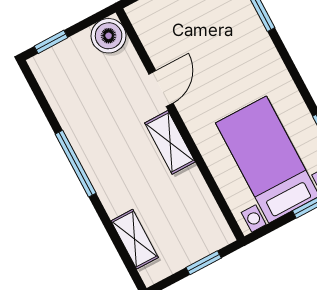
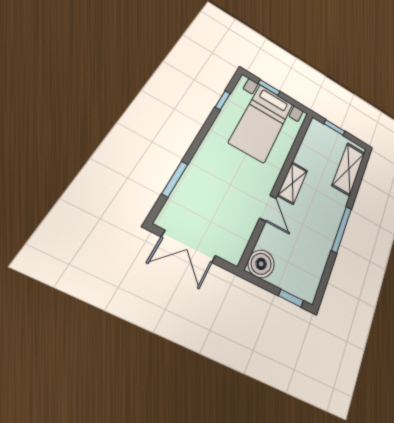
door: (161, 89) -> (268, 208), swing flipped
shelving: (135, 239) -> (349, 169), width x1.50, depth x1.33

